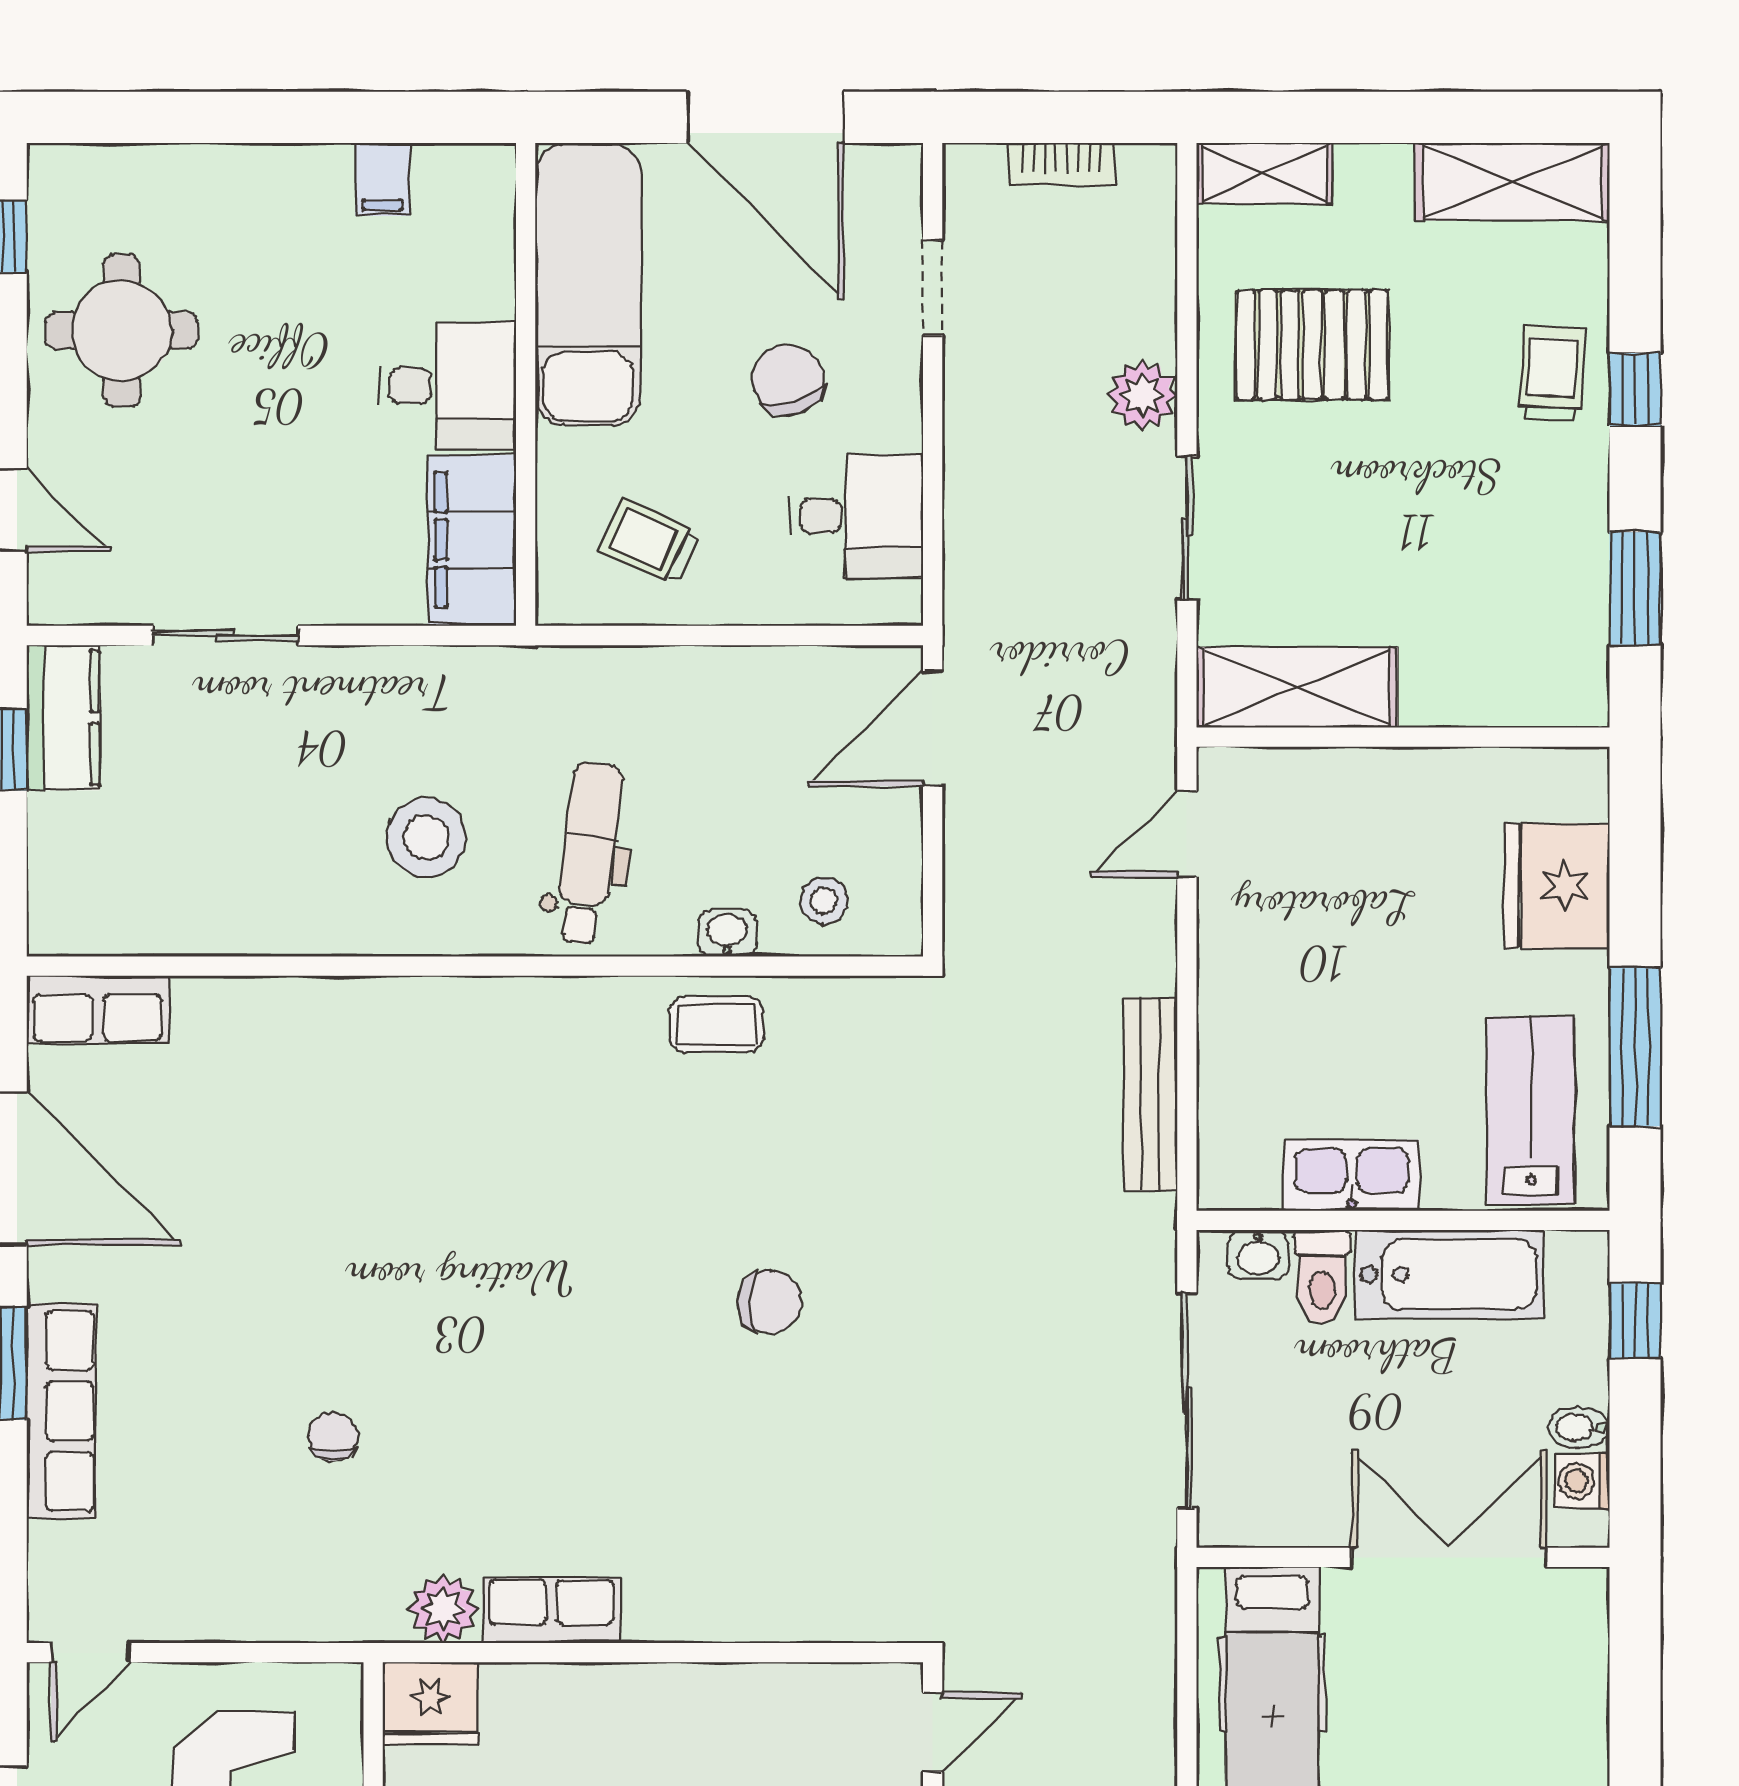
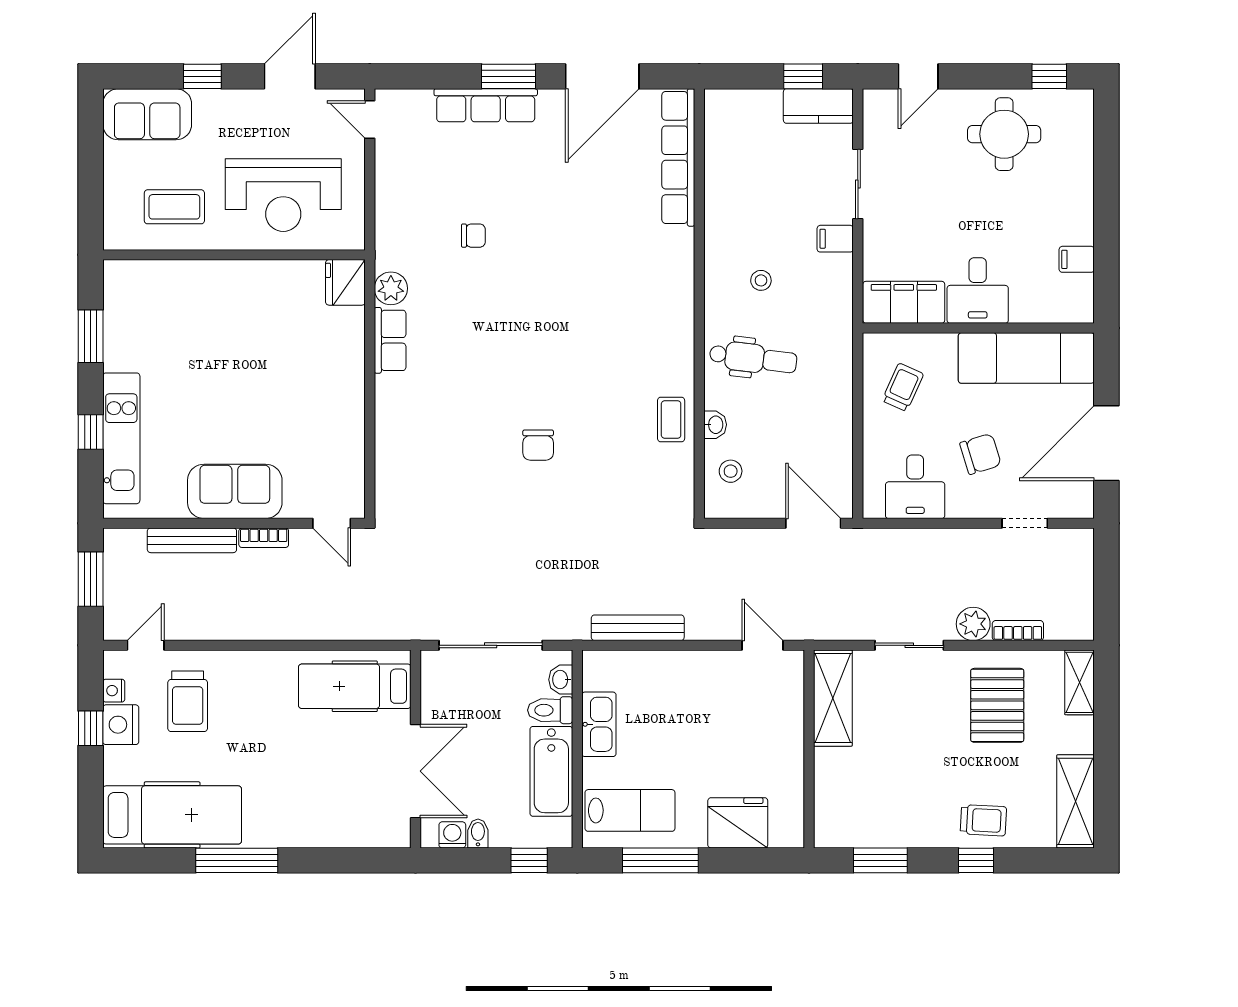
bookcase: (1062, 164) -> (1018, 631), moved, turned 90
filing cabinet: (340, 683) -> (835, 239), added
stool: (426, 837) -> (761, 280), width x0.53, depth x0.53
row of seats: (98, 1010) -> (678, 157), width x2.02

